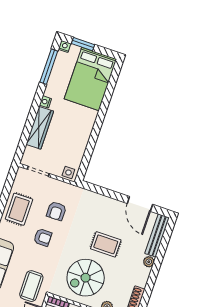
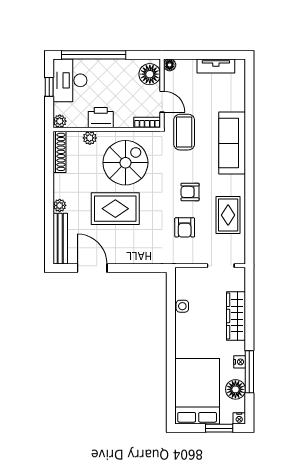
window: (49, 67) -> (249, 372), moved
floor lamp: (60, 70) -> (235, 389), added
nightstand: (45, 102) -> (240, 362), moved
side table: (68, 173) -> (182, 306), moved
armchair: (56, 211) -> (185, 227), turned 180
rug: (106, 244) -> (115, 209), width x1.36, depth x1.43

